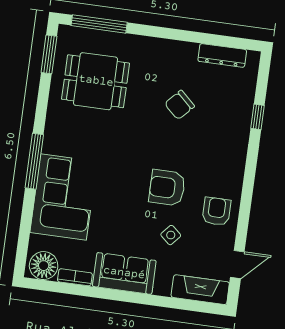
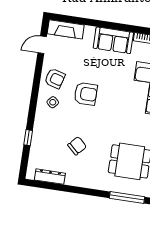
armchair: (216, 211) -> (55, 78), turned -74
side table: (171, 235) -> (53, 102), moved

